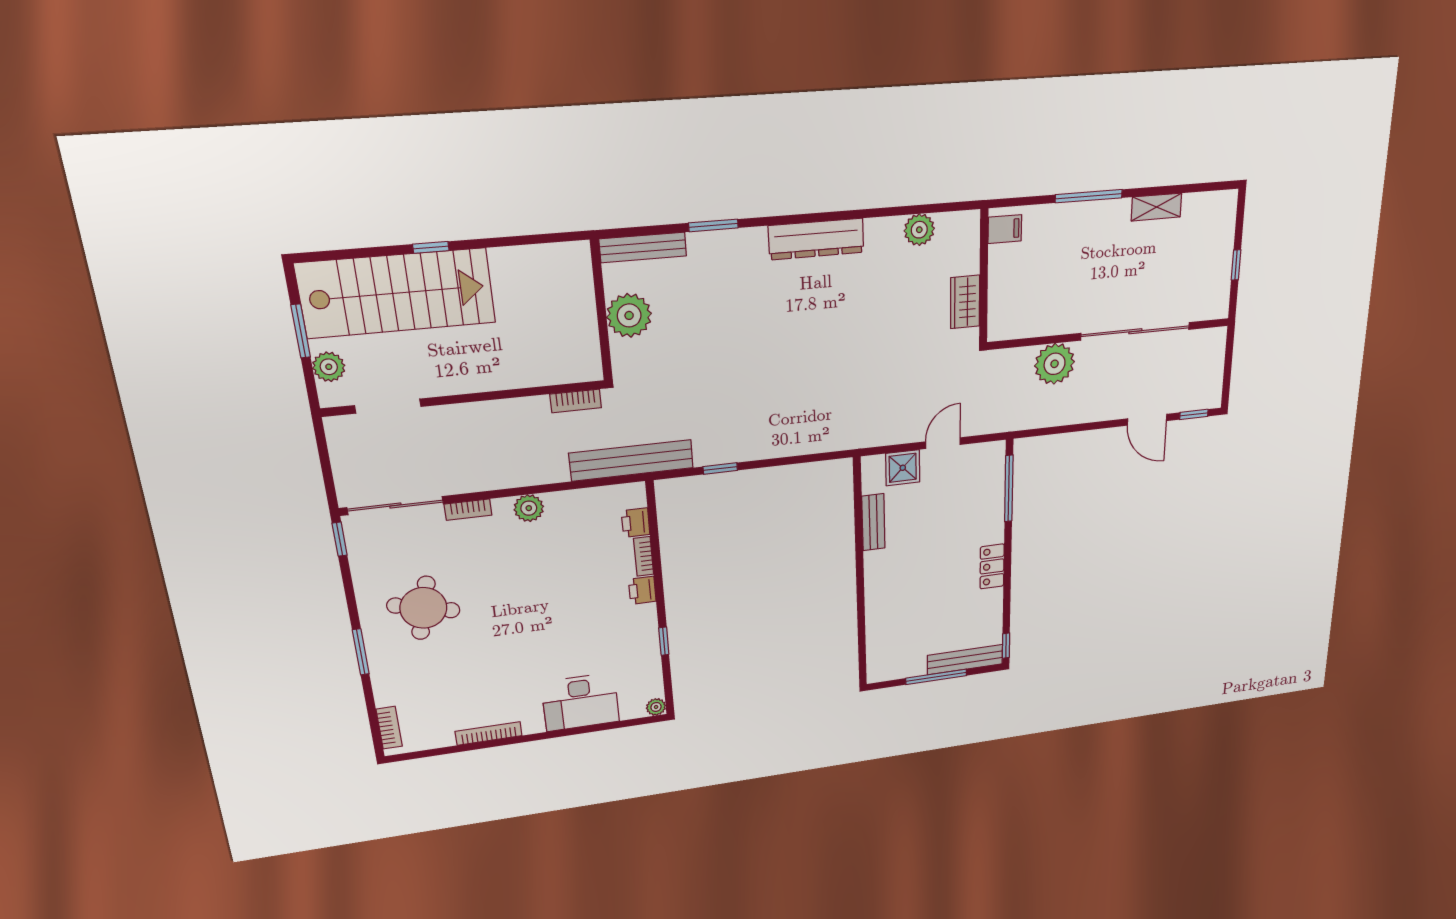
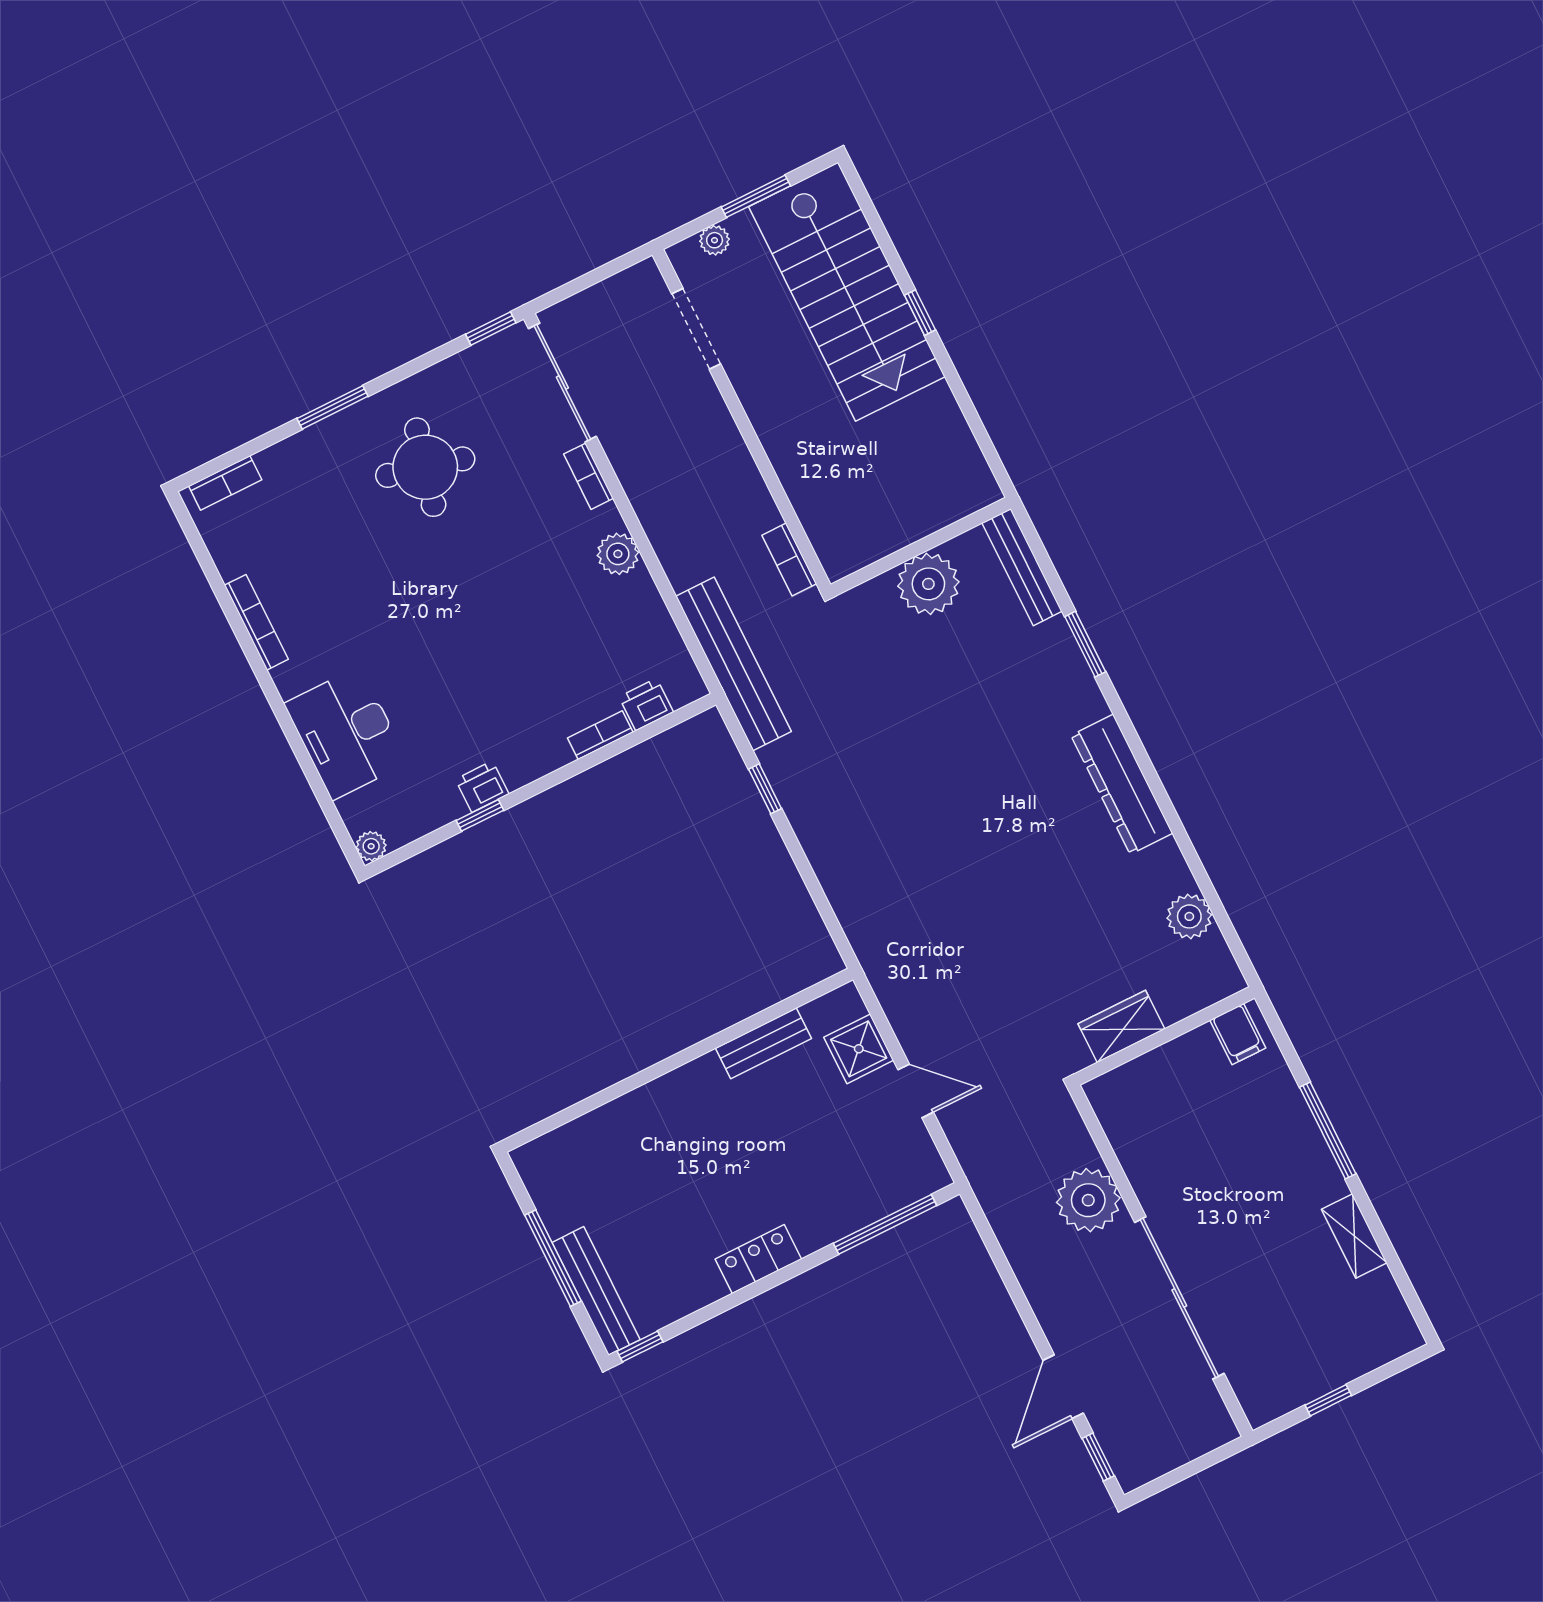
plant: (329, 367) -> (715, 240), width x0.73, depth x0.73
printer: (642, 590) -> (482, 787), moved

